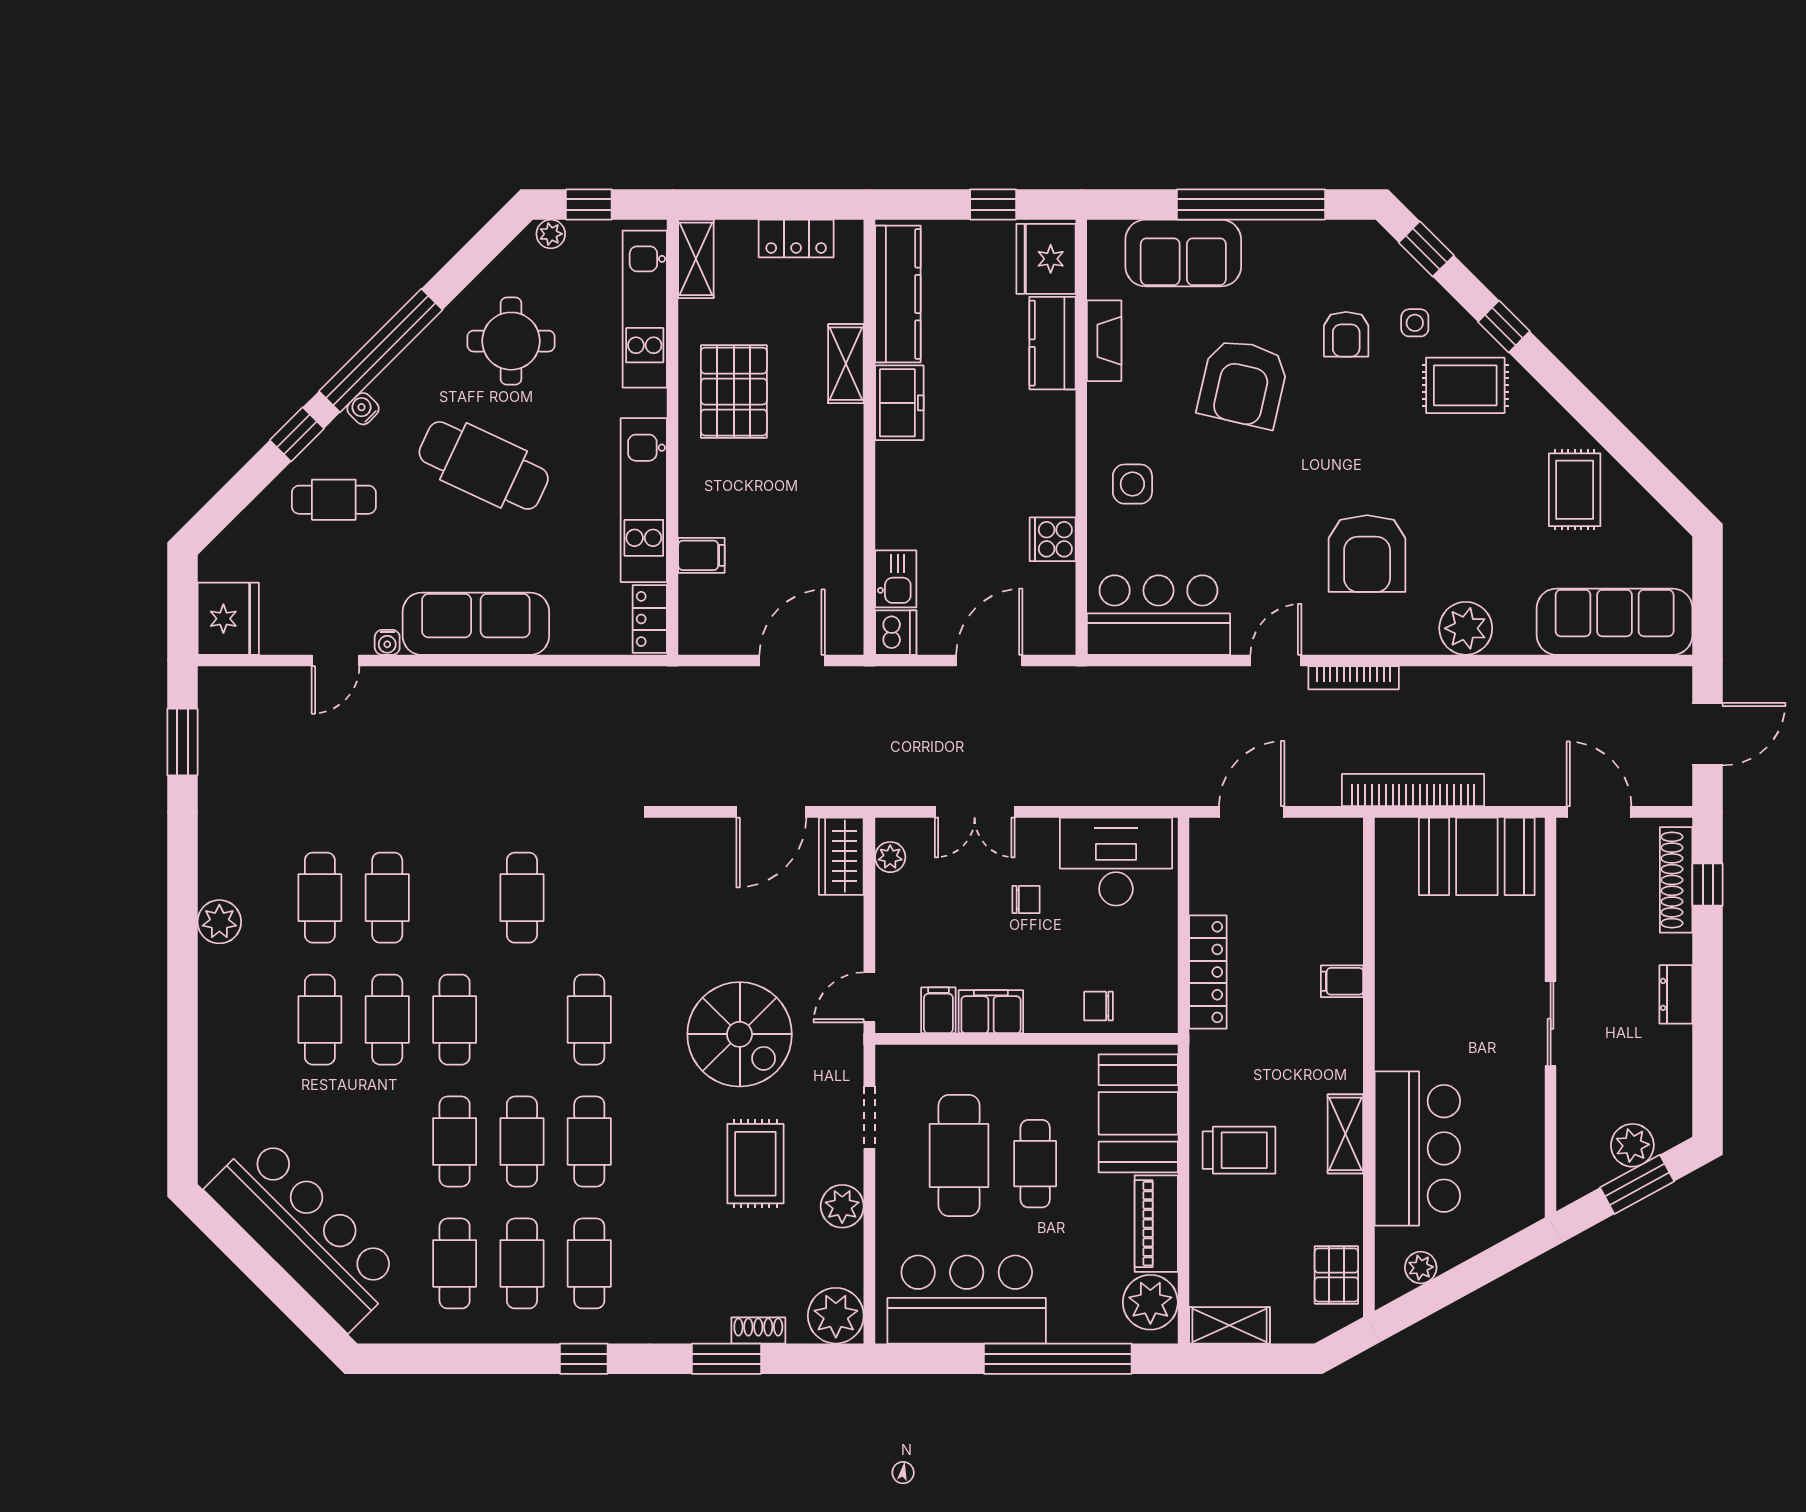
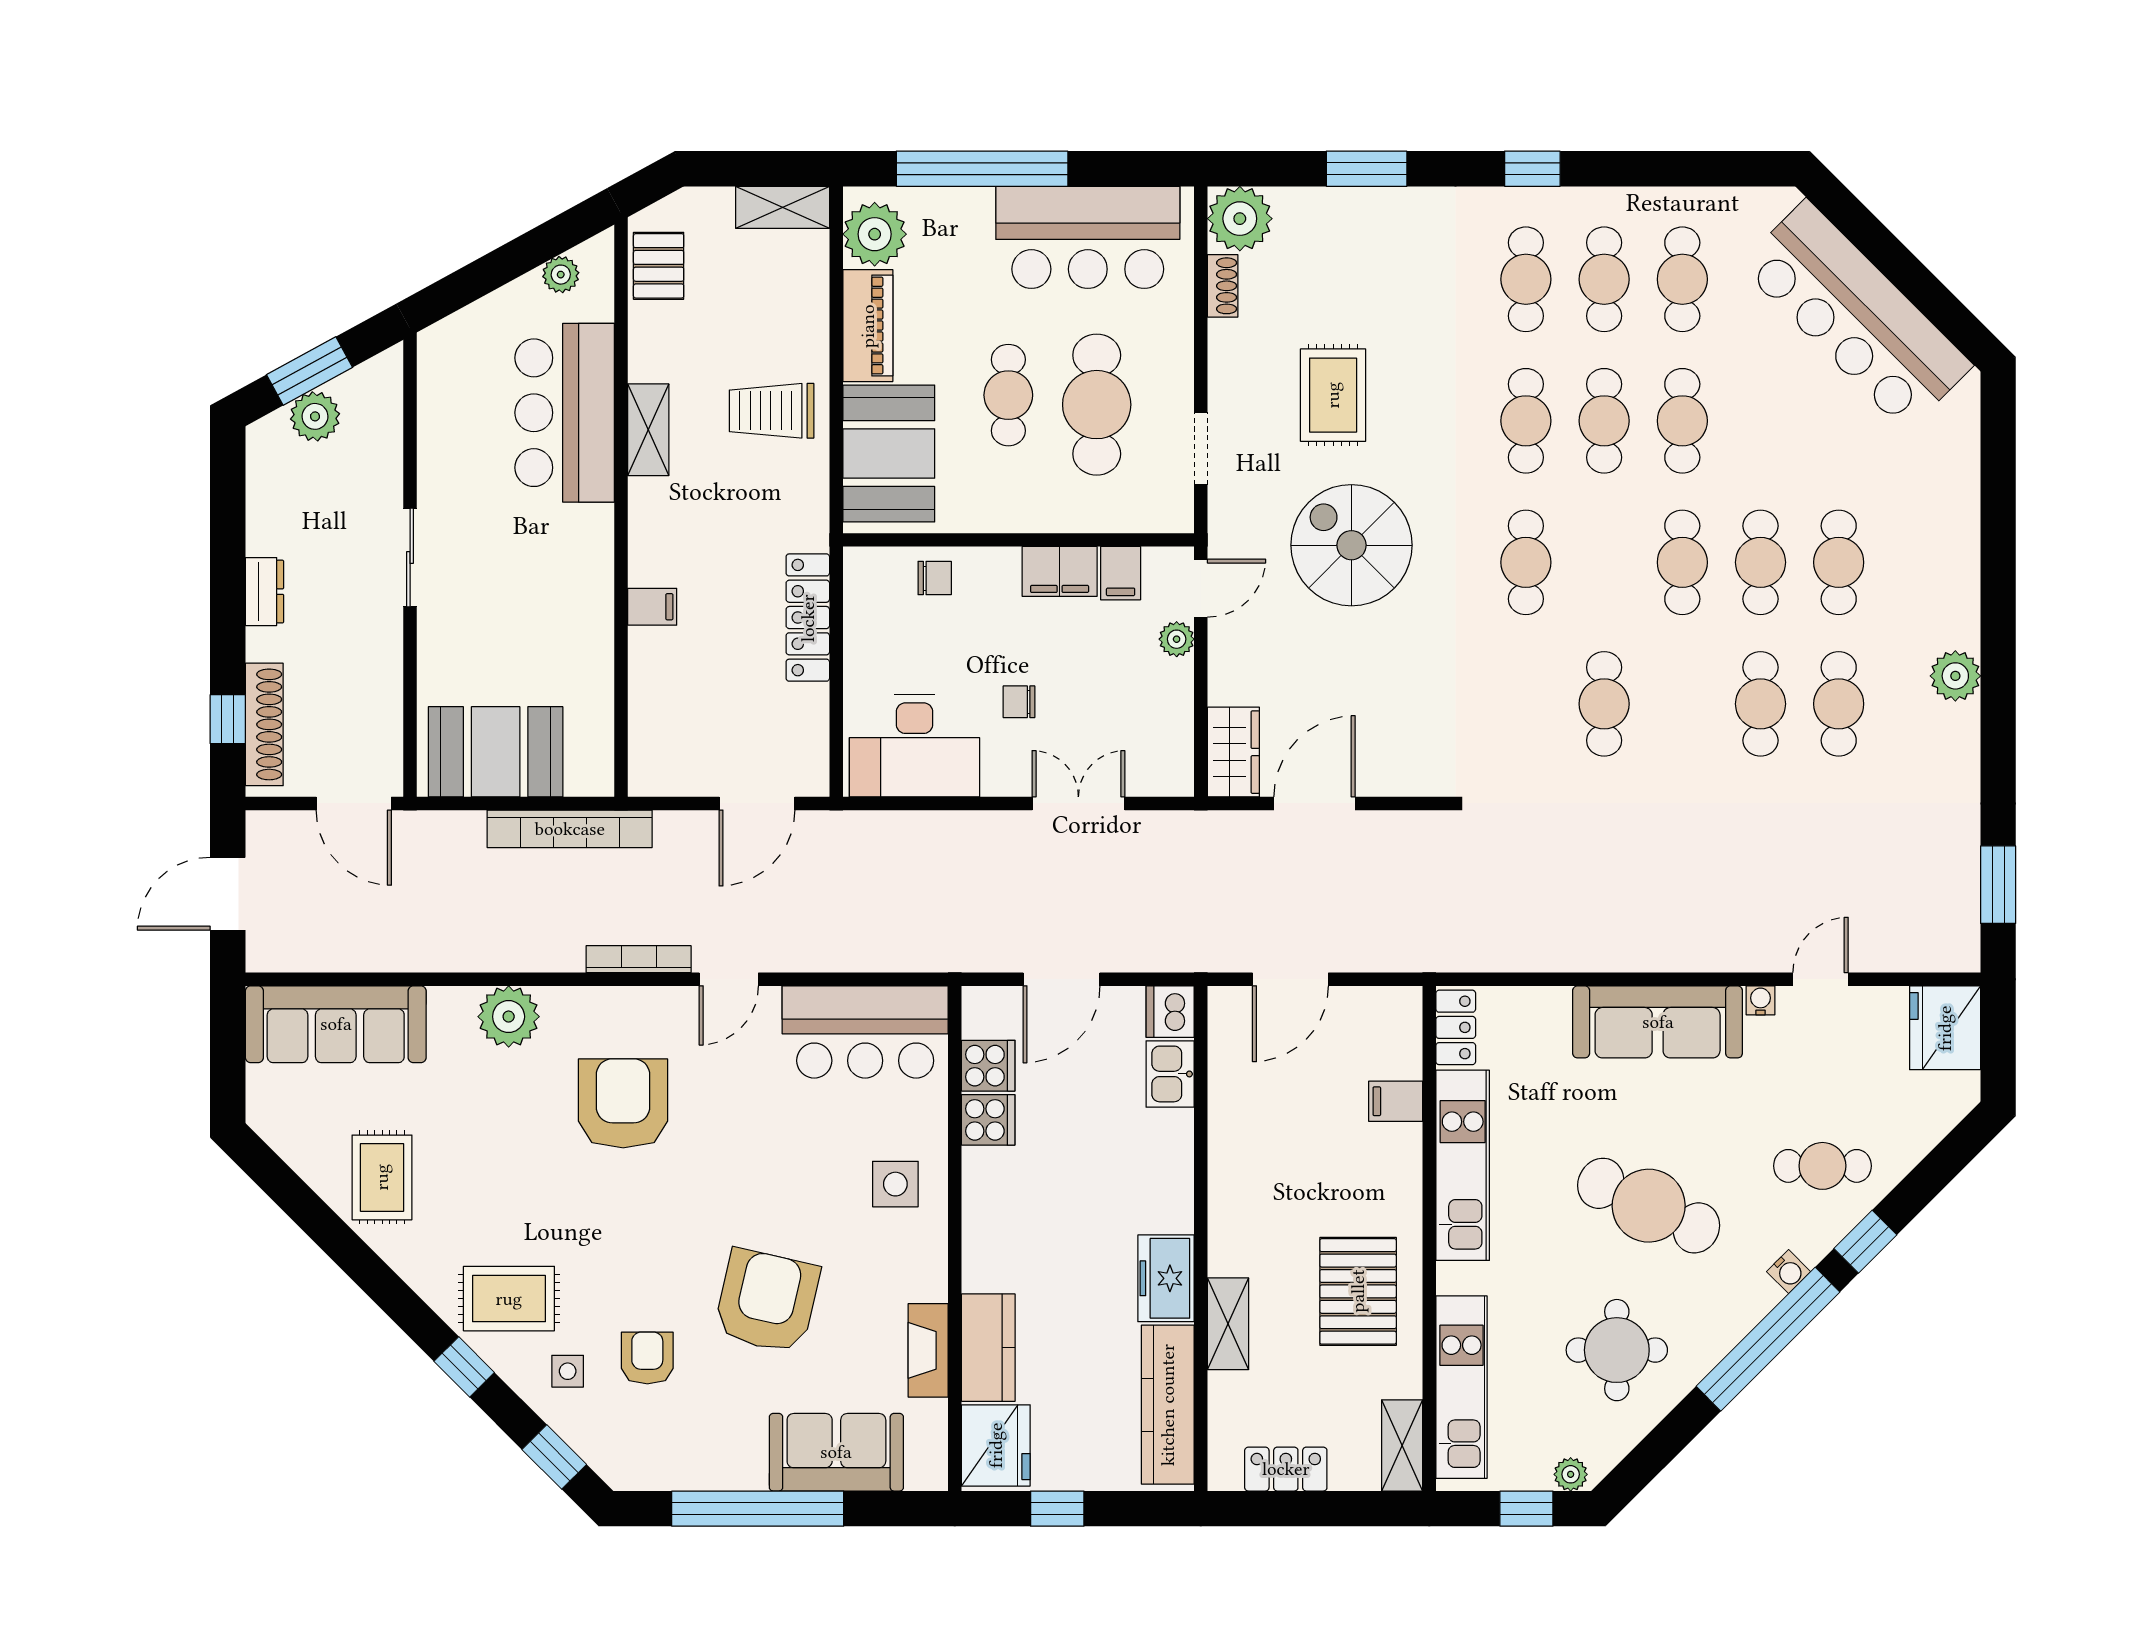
cooker: (1053, 586) -> (988, 1066), added
plant: (890, 857) -> (1177, 639), moved
plant: (842, 1206) -> (1232, 346), removed
shoe rack: (758, 1330) -> (1223, 286), moved, turned -90

